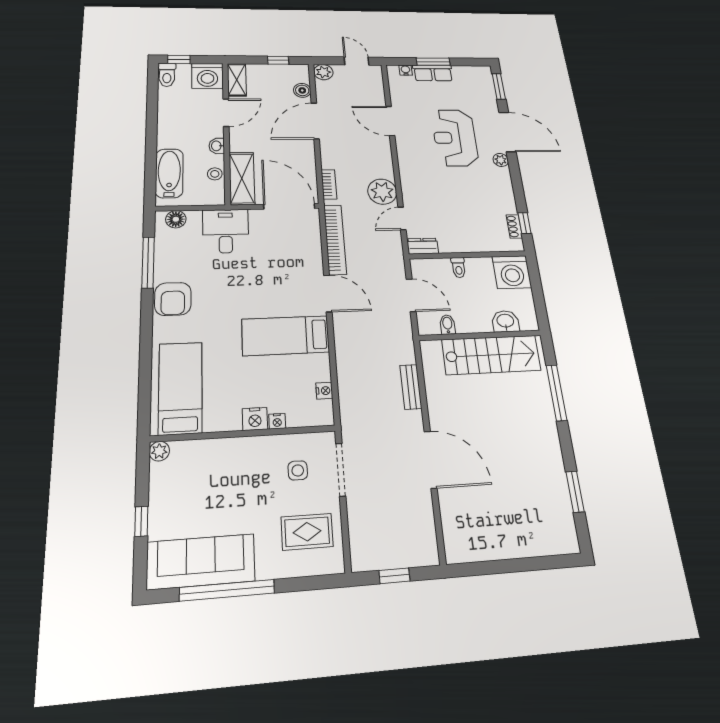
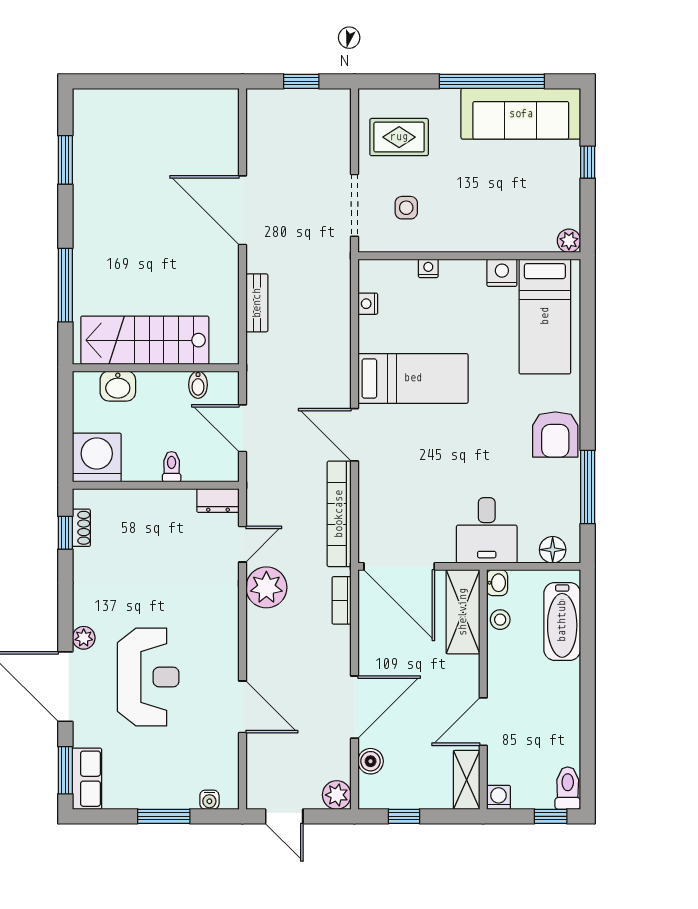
row of seats: (433, 73) -> (87, 779), moved, turned 90
washing machine: (207, 76) -> (499, 797), width x0.53, depth x0.53
washbasin: (217, 146) -> (497, 583), moved
armchair: (173, 299) -> (555, 434), turned 180
nightstand: (255, 419) -> (502, 273), moved

